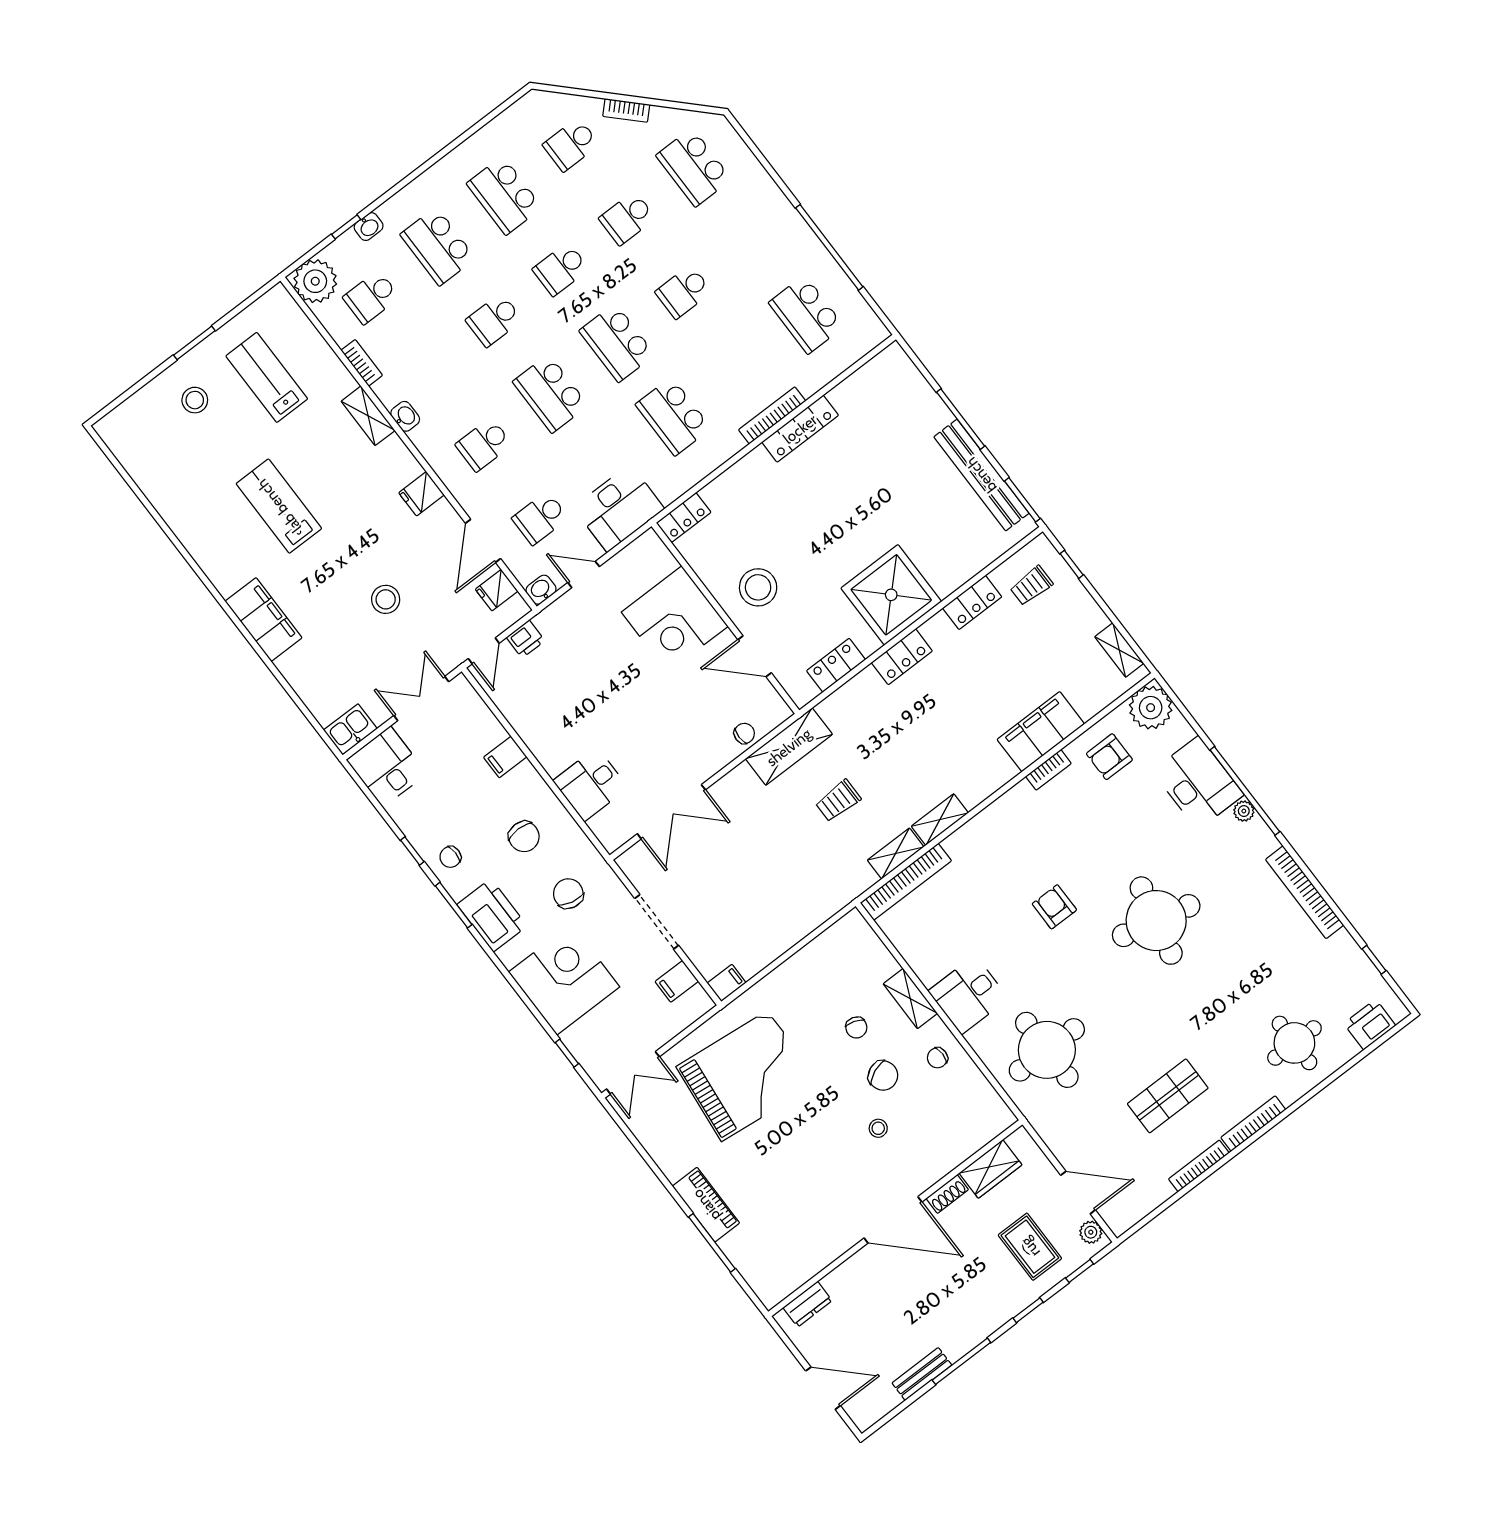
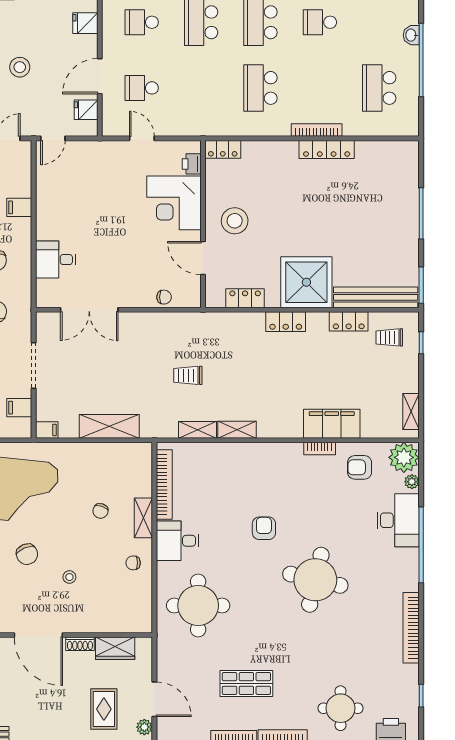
bench: (981, 475) -> (376, 297), moved, turned 90
desk: (619, 508) -> (190, 116), removed
washbasin: (541, 590) -> (411, 35), moved, turned -90
printer: (526, 639) -> (192, 164), moved, turned 90
shelving: (789, 747) -> (109, 426), moved
plant: (1244, 811) -> (412, 482), moved
bookcase: (906, 882) -> (164, 485), moved, turned -90
chair: (883, 1076) -> (27, 554), moved

